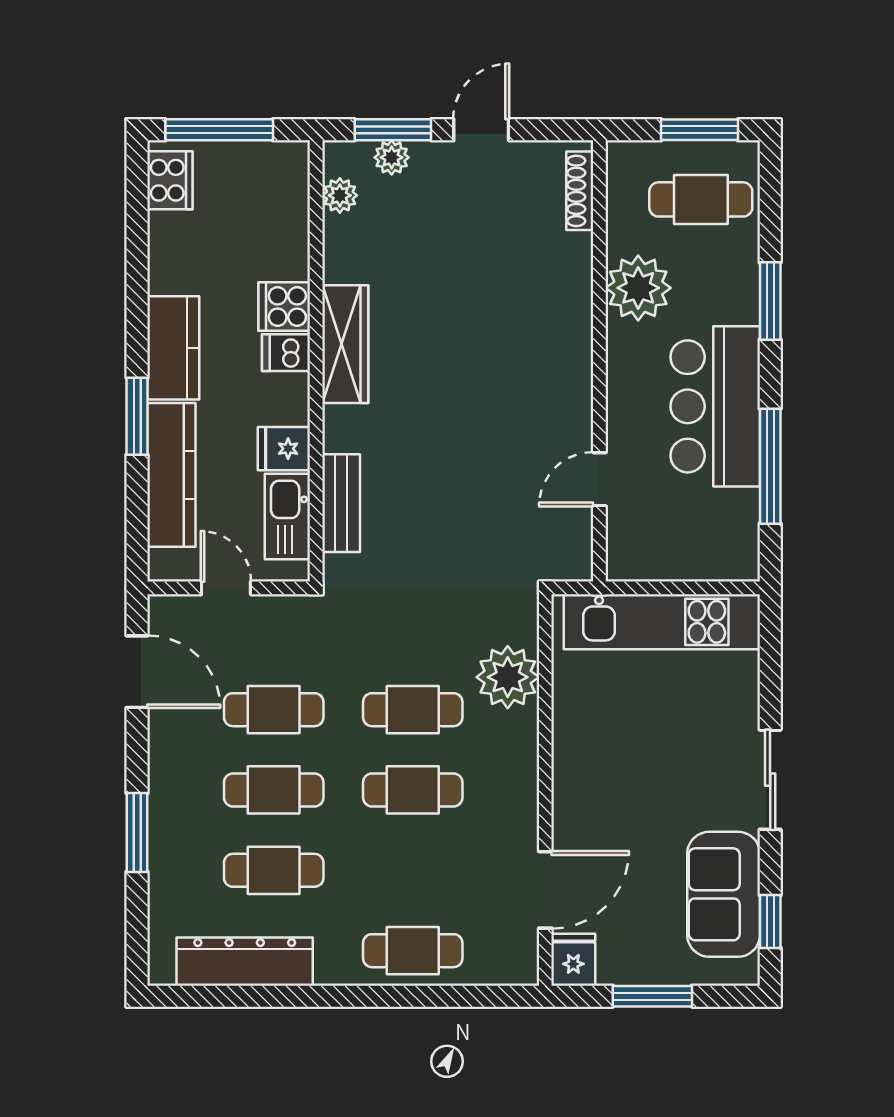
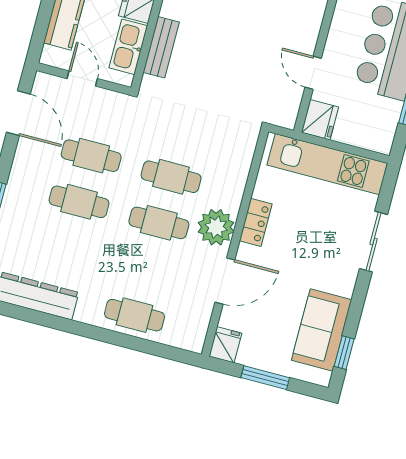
door: (599, 479) -> (313, 73), hinge flipped
fridge: (631, 553) -> (320, 120), added
plant: (508, 677) -> (216, 227), moved
locker: (570, 747) -> (256, 222), added
sliding door: (770, 780) -> (374, 242), moved
cafe table: (274, 870) -> (67, 248), removed
door: (545, 890) -> (225, 281), moved

